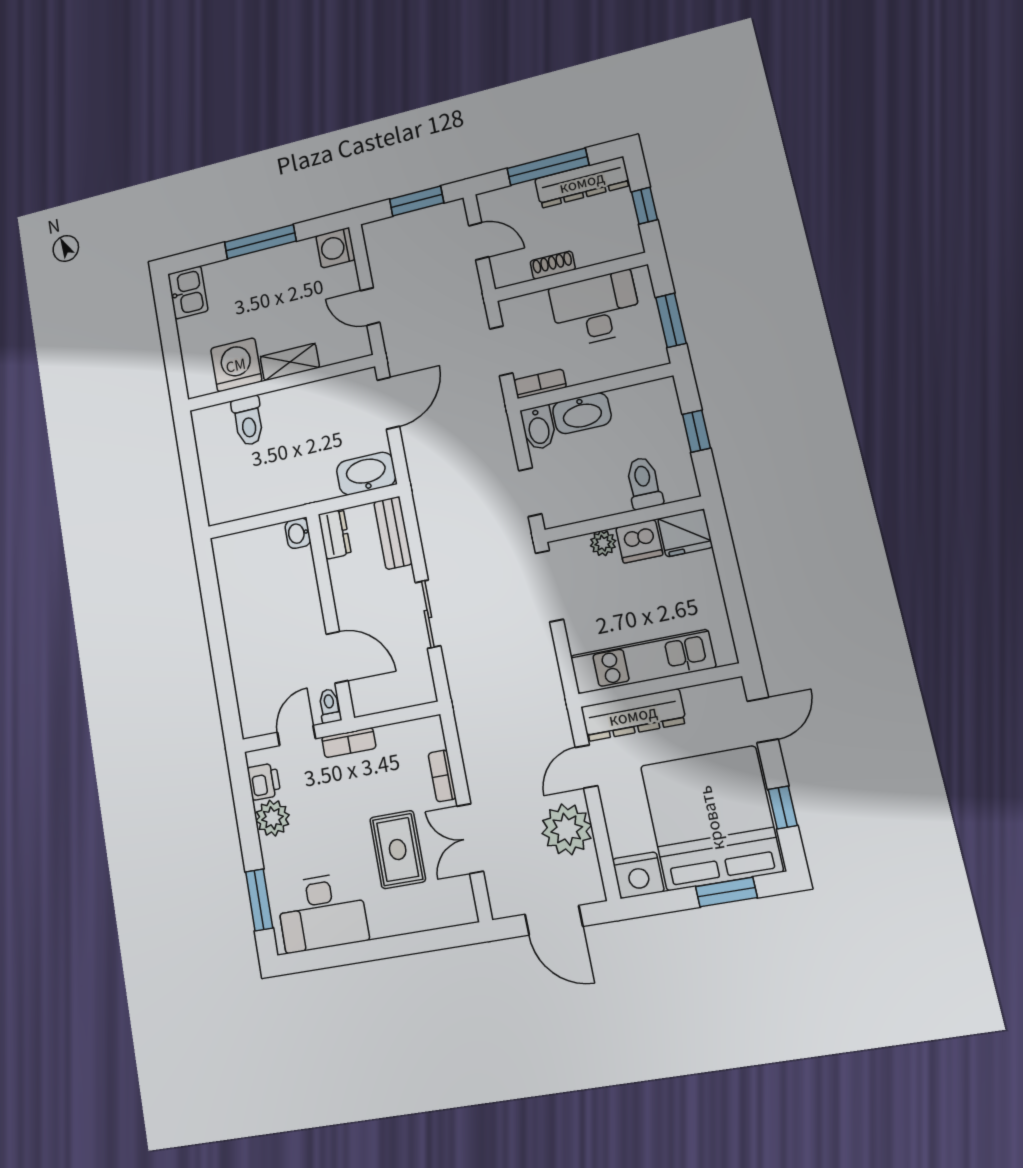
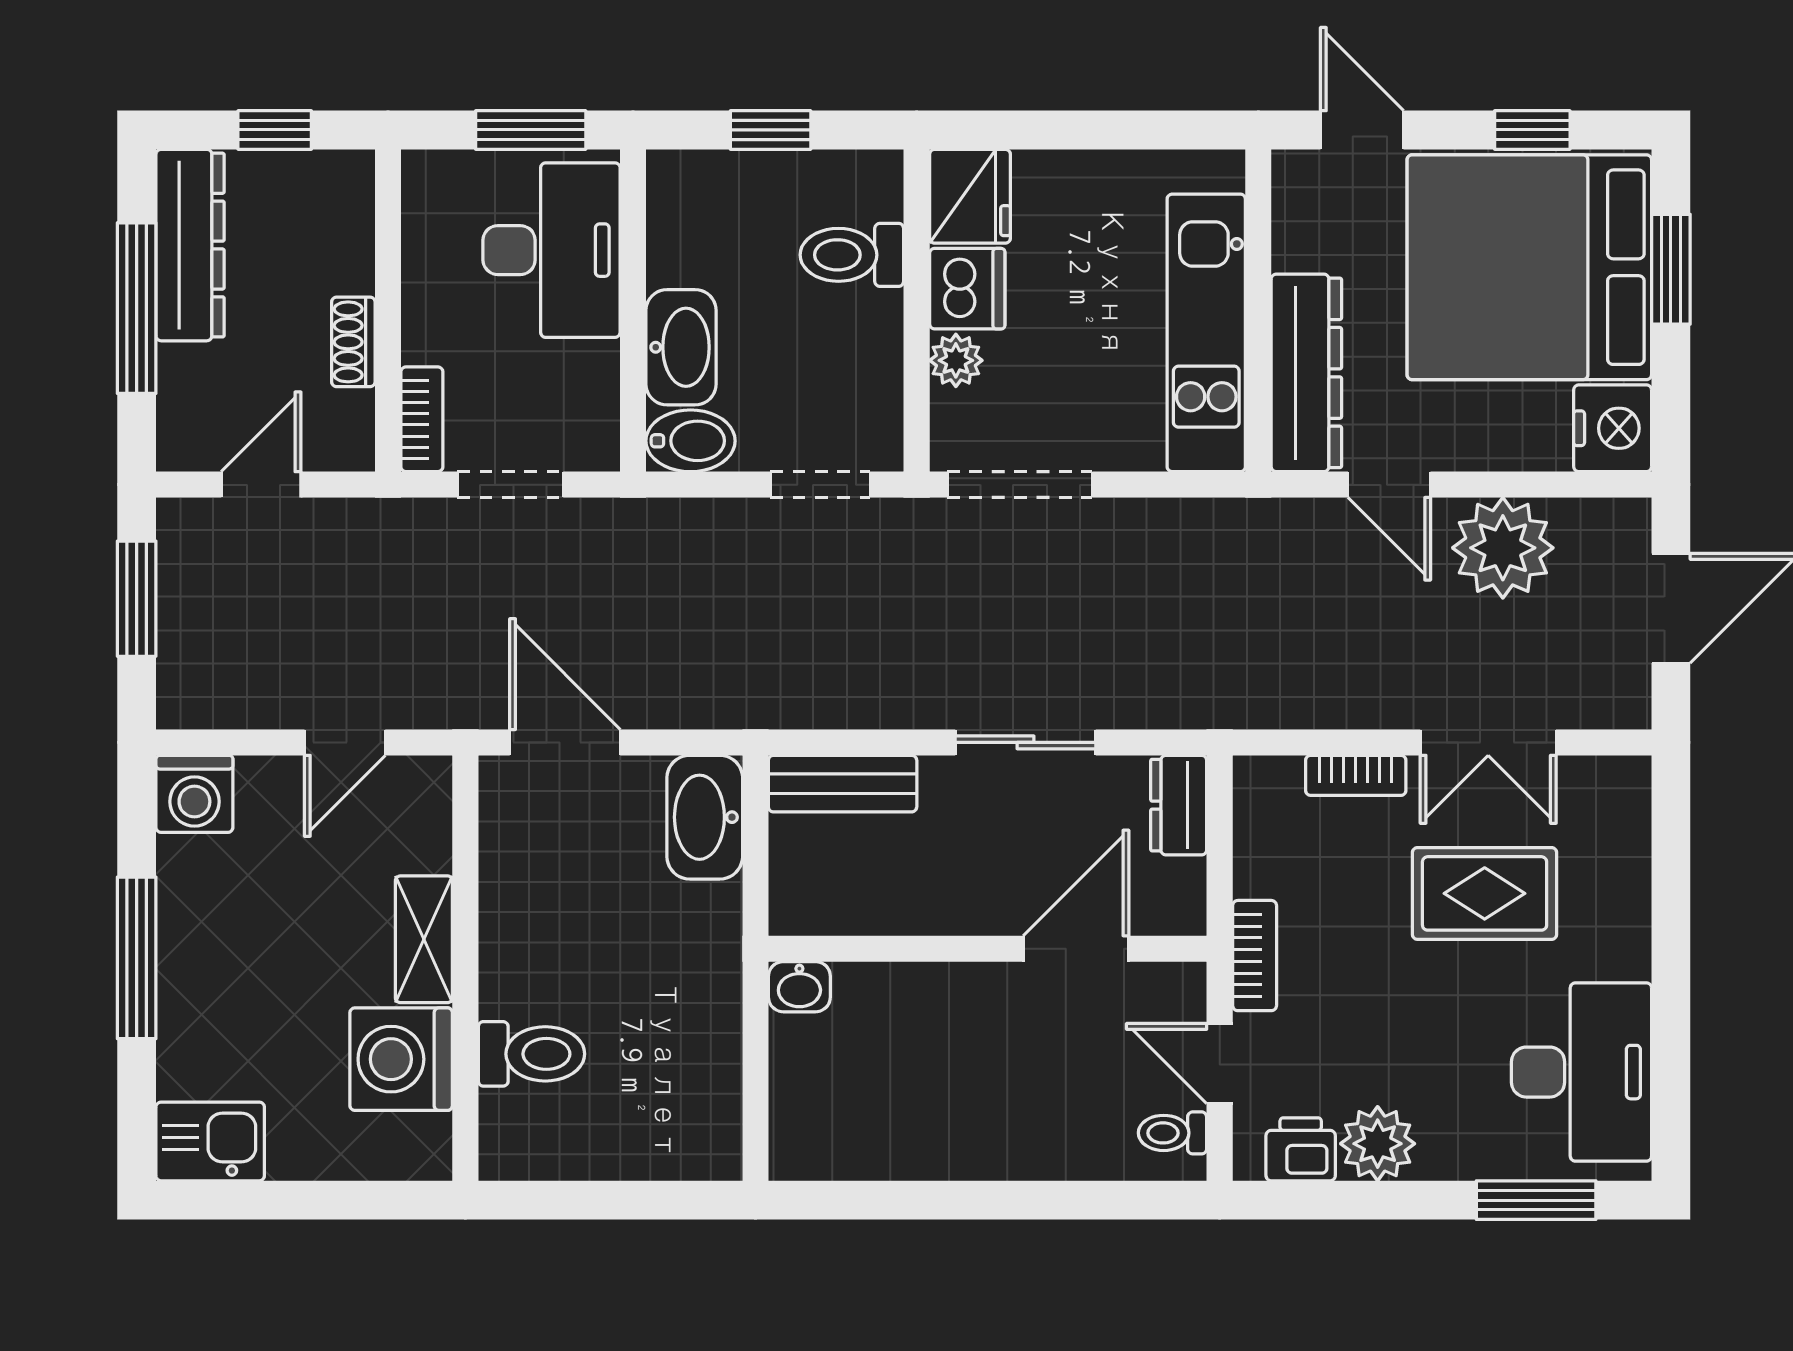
desk: (596, 309) -> (552, 250), moved, turned 180
bookcase: (540, 384) -> (422, 419), moved, turned 180
dresser: (335, 534) -> (1179, 805), moved, turned -90
toilet: (330, 706) -> (1173, 1133), moved

